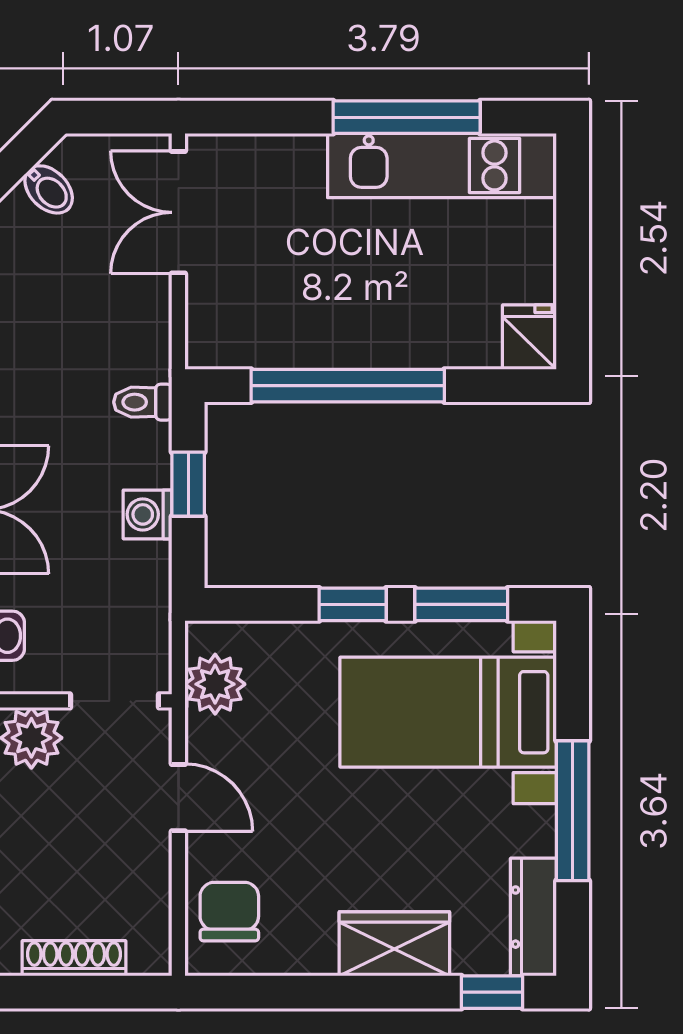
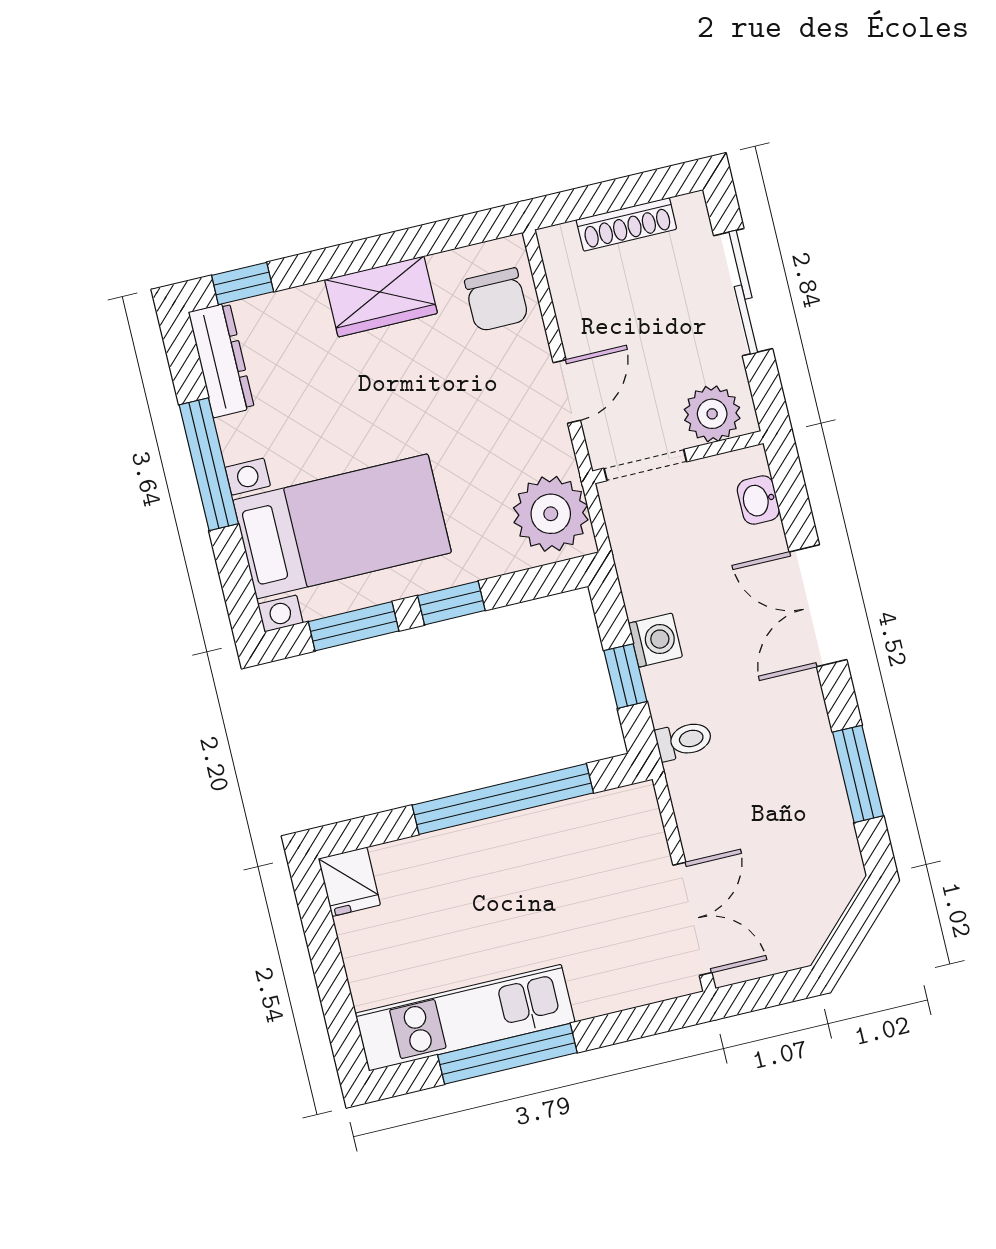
bidet: (49, 189) -> (814, 912), removed
plant: (215, 684) -> (551, 514), width x1.36, depth x1.36
door: (178, 798) -> (567, 391), swing flipped
wardrobe: (394, 944) -> (381, 297), moved

